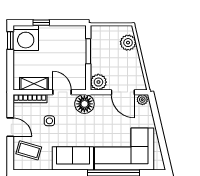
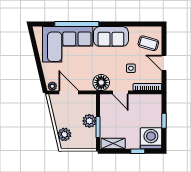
window: (10, 40) -> (164, 121), moved
plant: (98, 82) -> (89, 121), moved
shelving: (34, 84) -> (113, 143), moved

